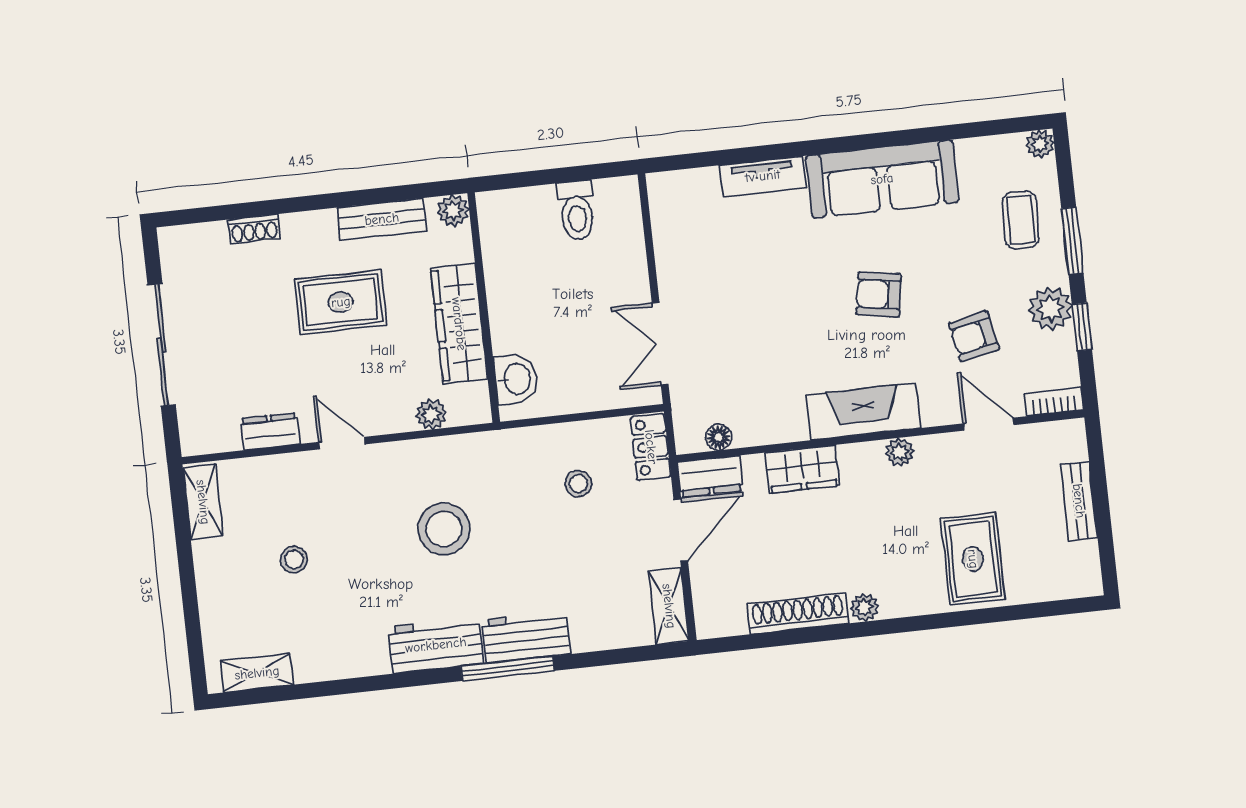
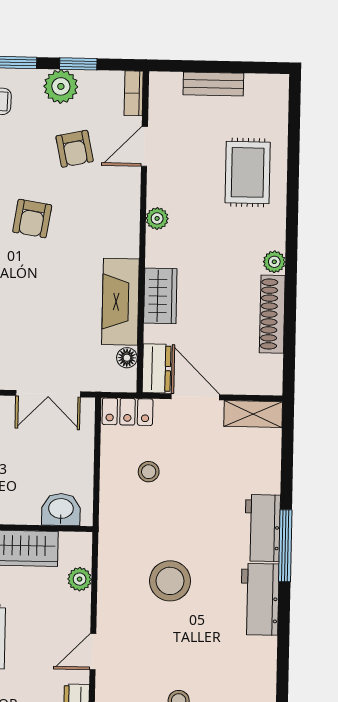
fireplace: (864, 411) -> (120, 302), moved
rug: (973, 559) -> (248, 172), turned 90

